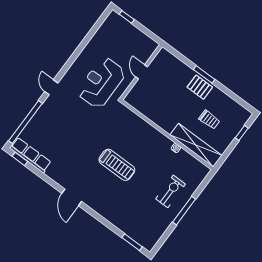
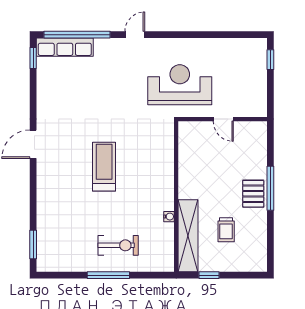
door: (141, 72) -> (223, 119), swing flipped
window: (204, 74) -> (270, 188), width x1.44
window: (242, 133) -> (209, 275), moved
row of seats: (30, 155) -> (65, 47), moved, turned 90
treadmill: (117, 165) -> (104, 167), turned 180

